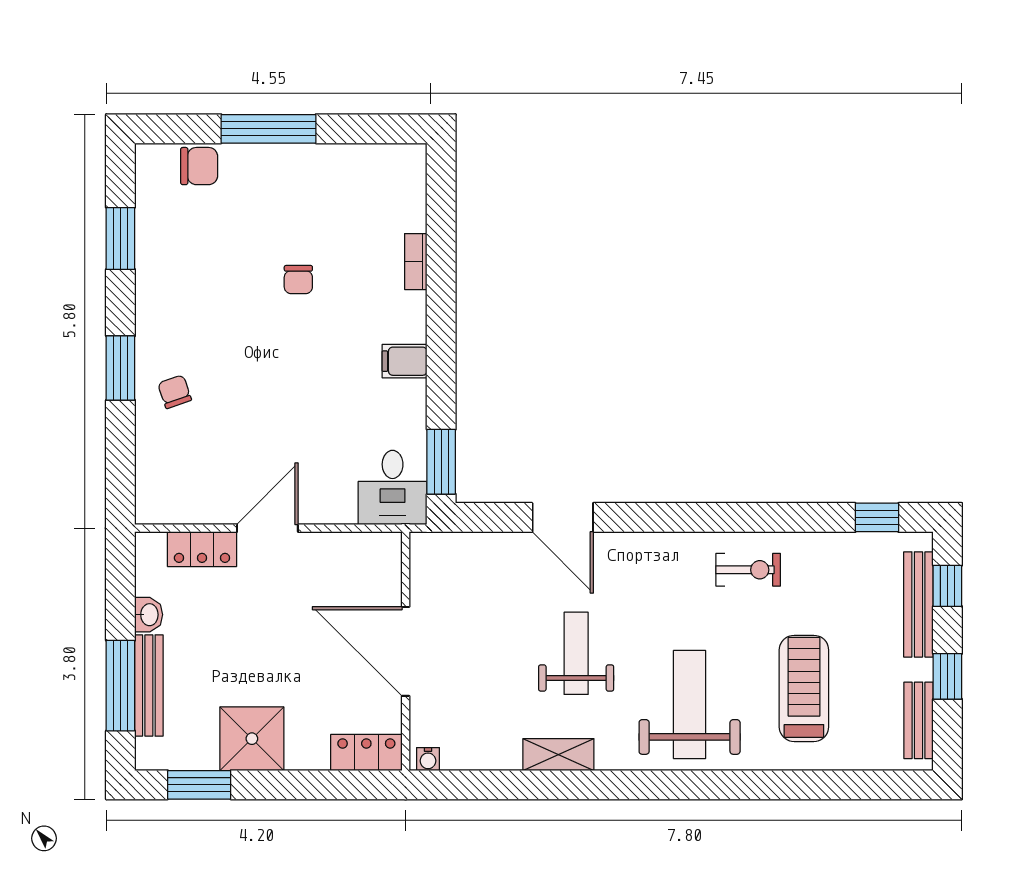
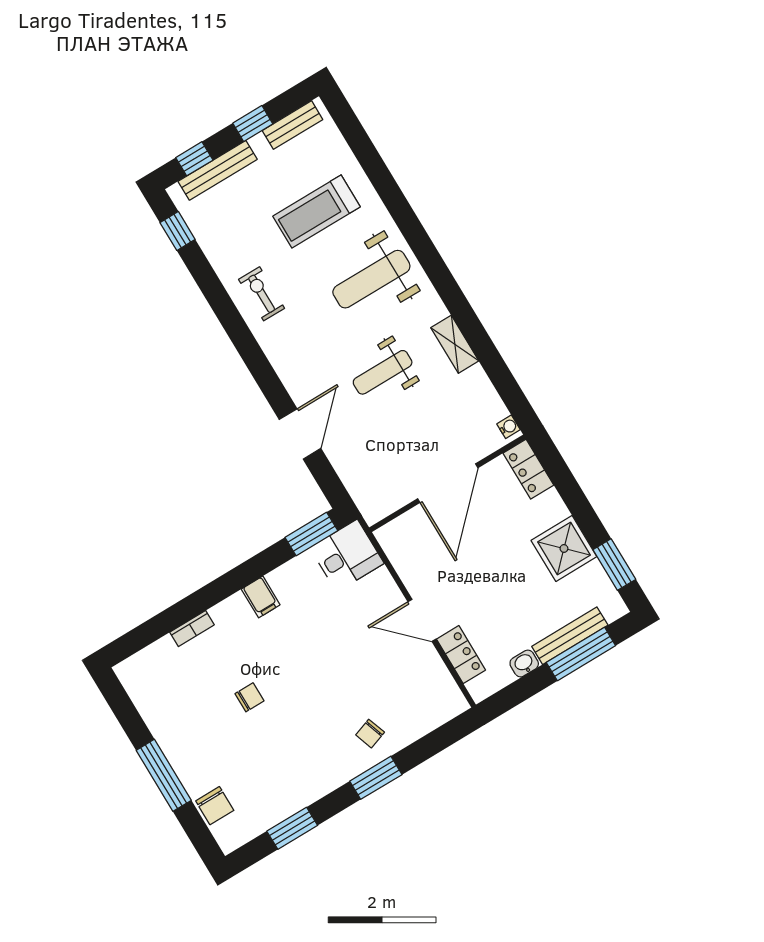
chair: (199, 166) -> (215, 806), turned 180

